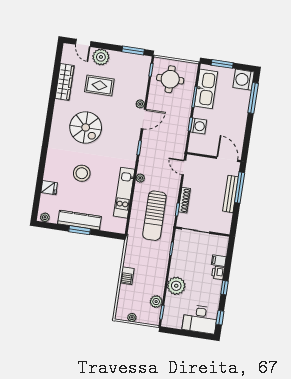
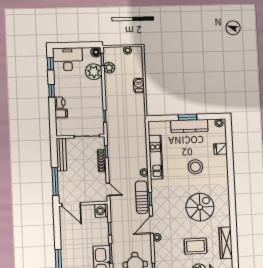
washing machine: (198, 126) -> (101, 211), moved
spiral stairs: (86, 127) -> (200, 207), turned 90
bench: (230, 194) -> (61, 155), moved
sun lounger: (154, 216) -> (142, 197), moved, width x0.73, depth x0.75
plant: (176, 286) -> (94, 72), moved
floor lamp: (167, 322) -> (96, 52), added

